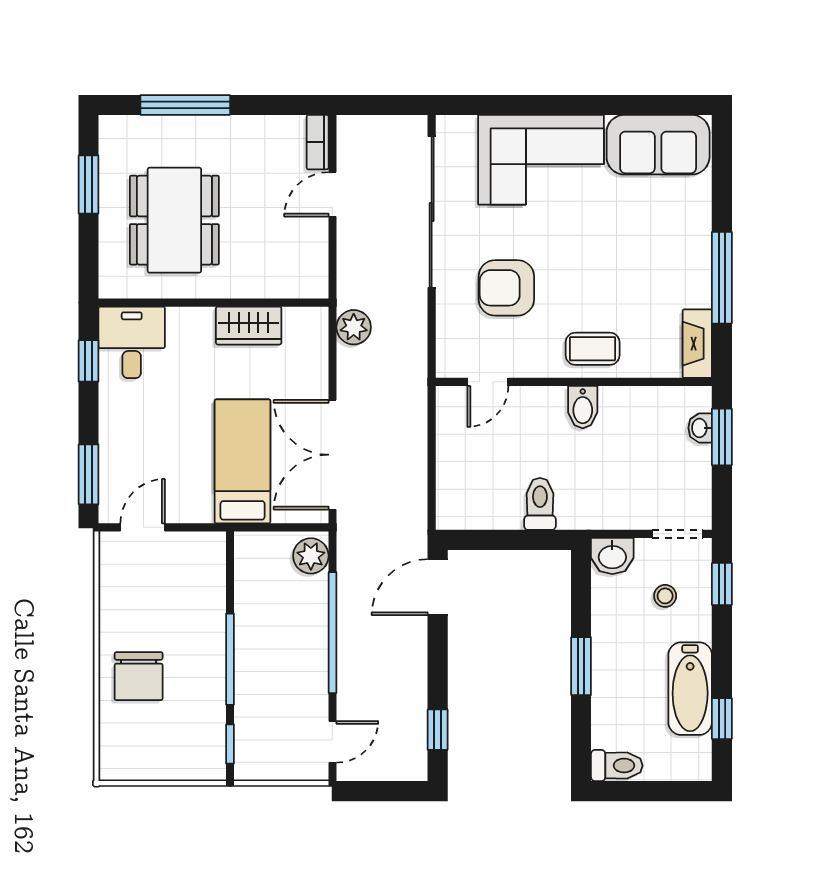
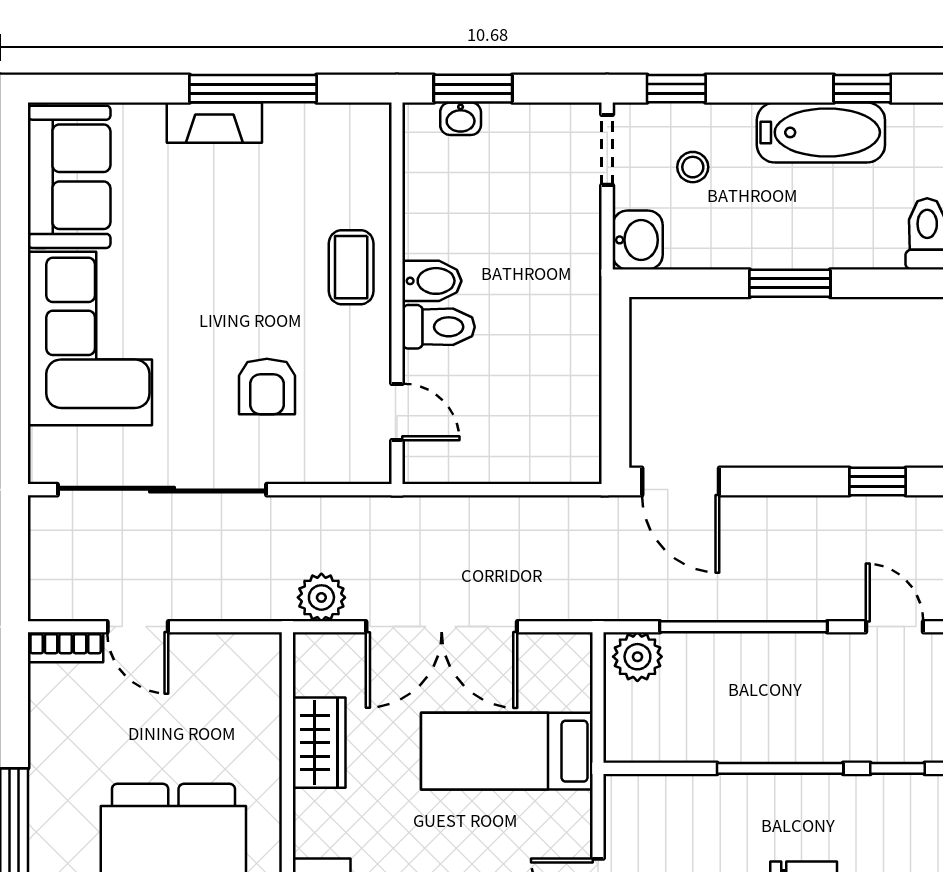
armchair: (506, 288) -> (267, 386), width x0.72, depth x0.72
fireplace: (697, 344) -> (214, 123), moved
double door: (332, 455) -> (442, 627), moved
toilet: (540, 504) -> (439, 327), moved, turned 180

